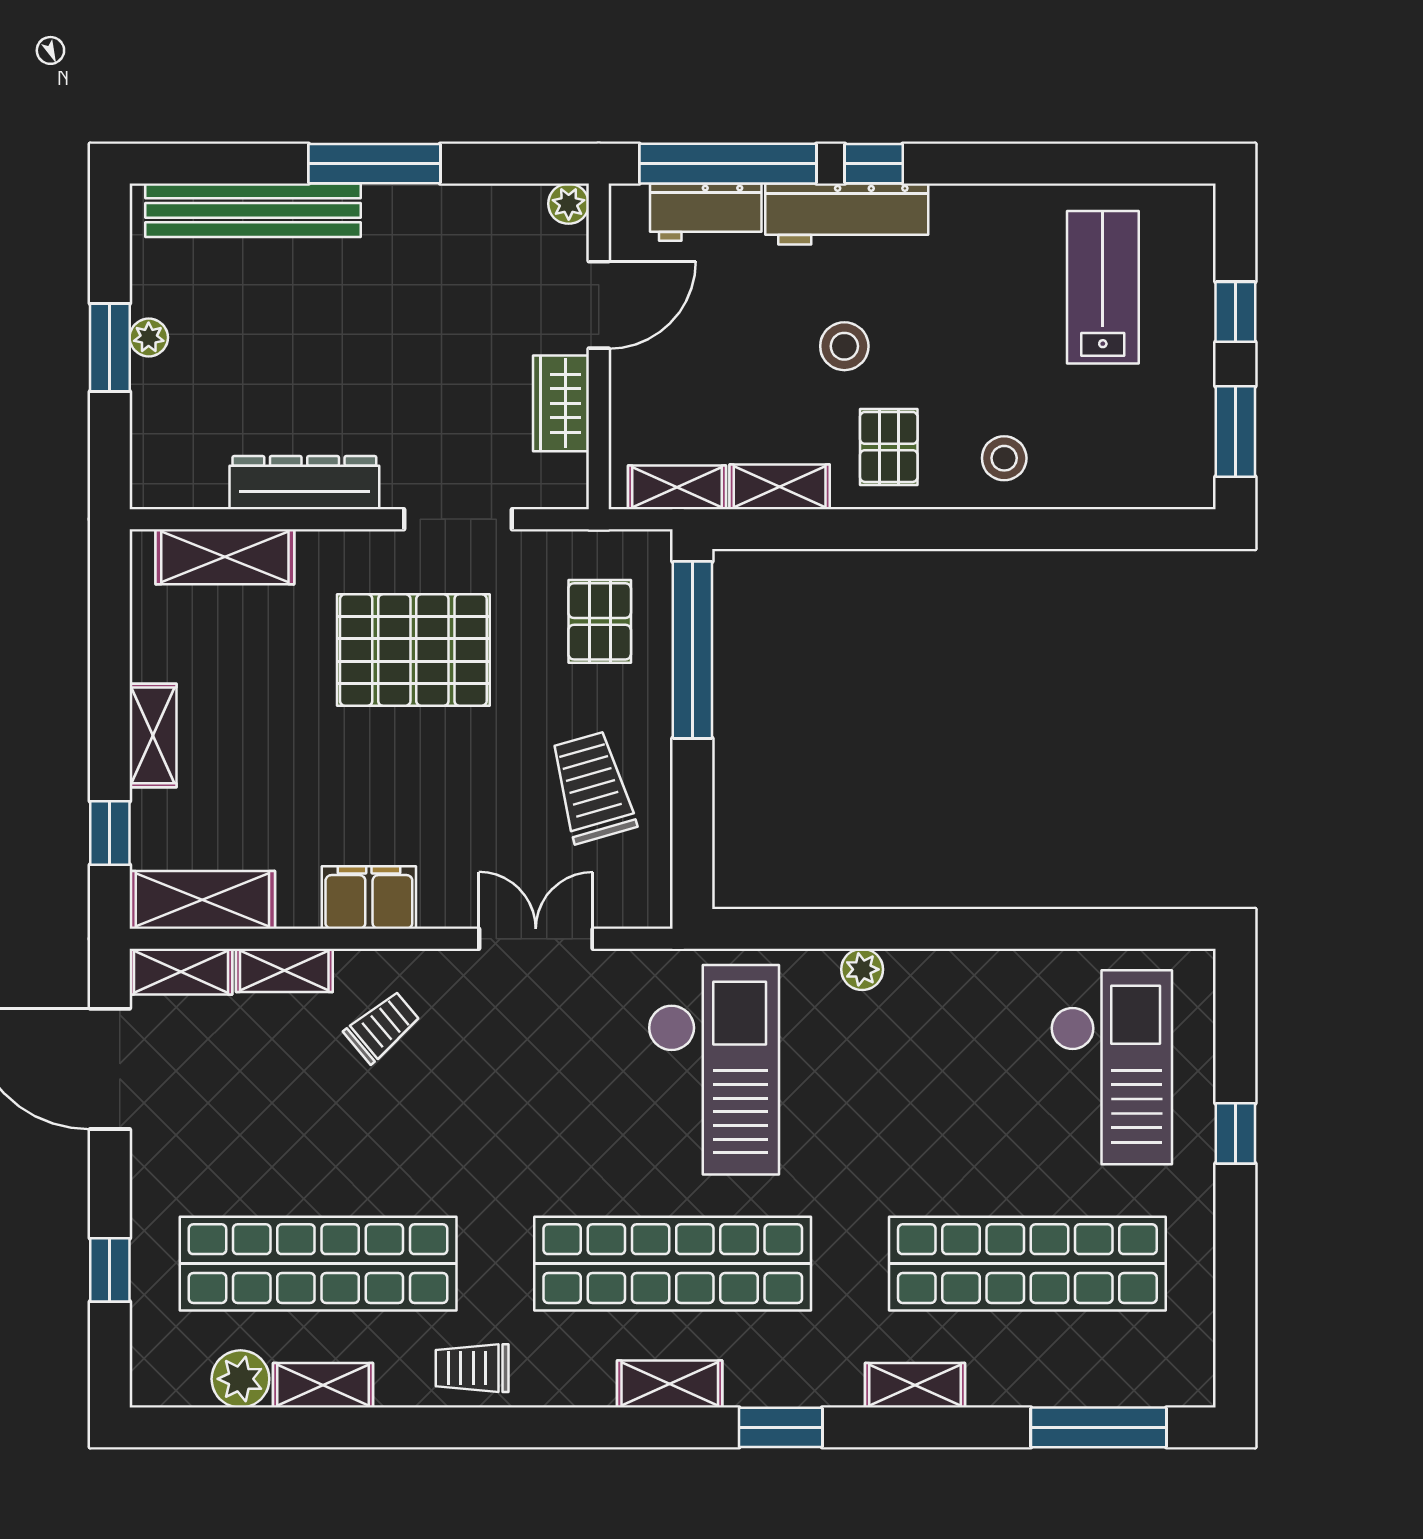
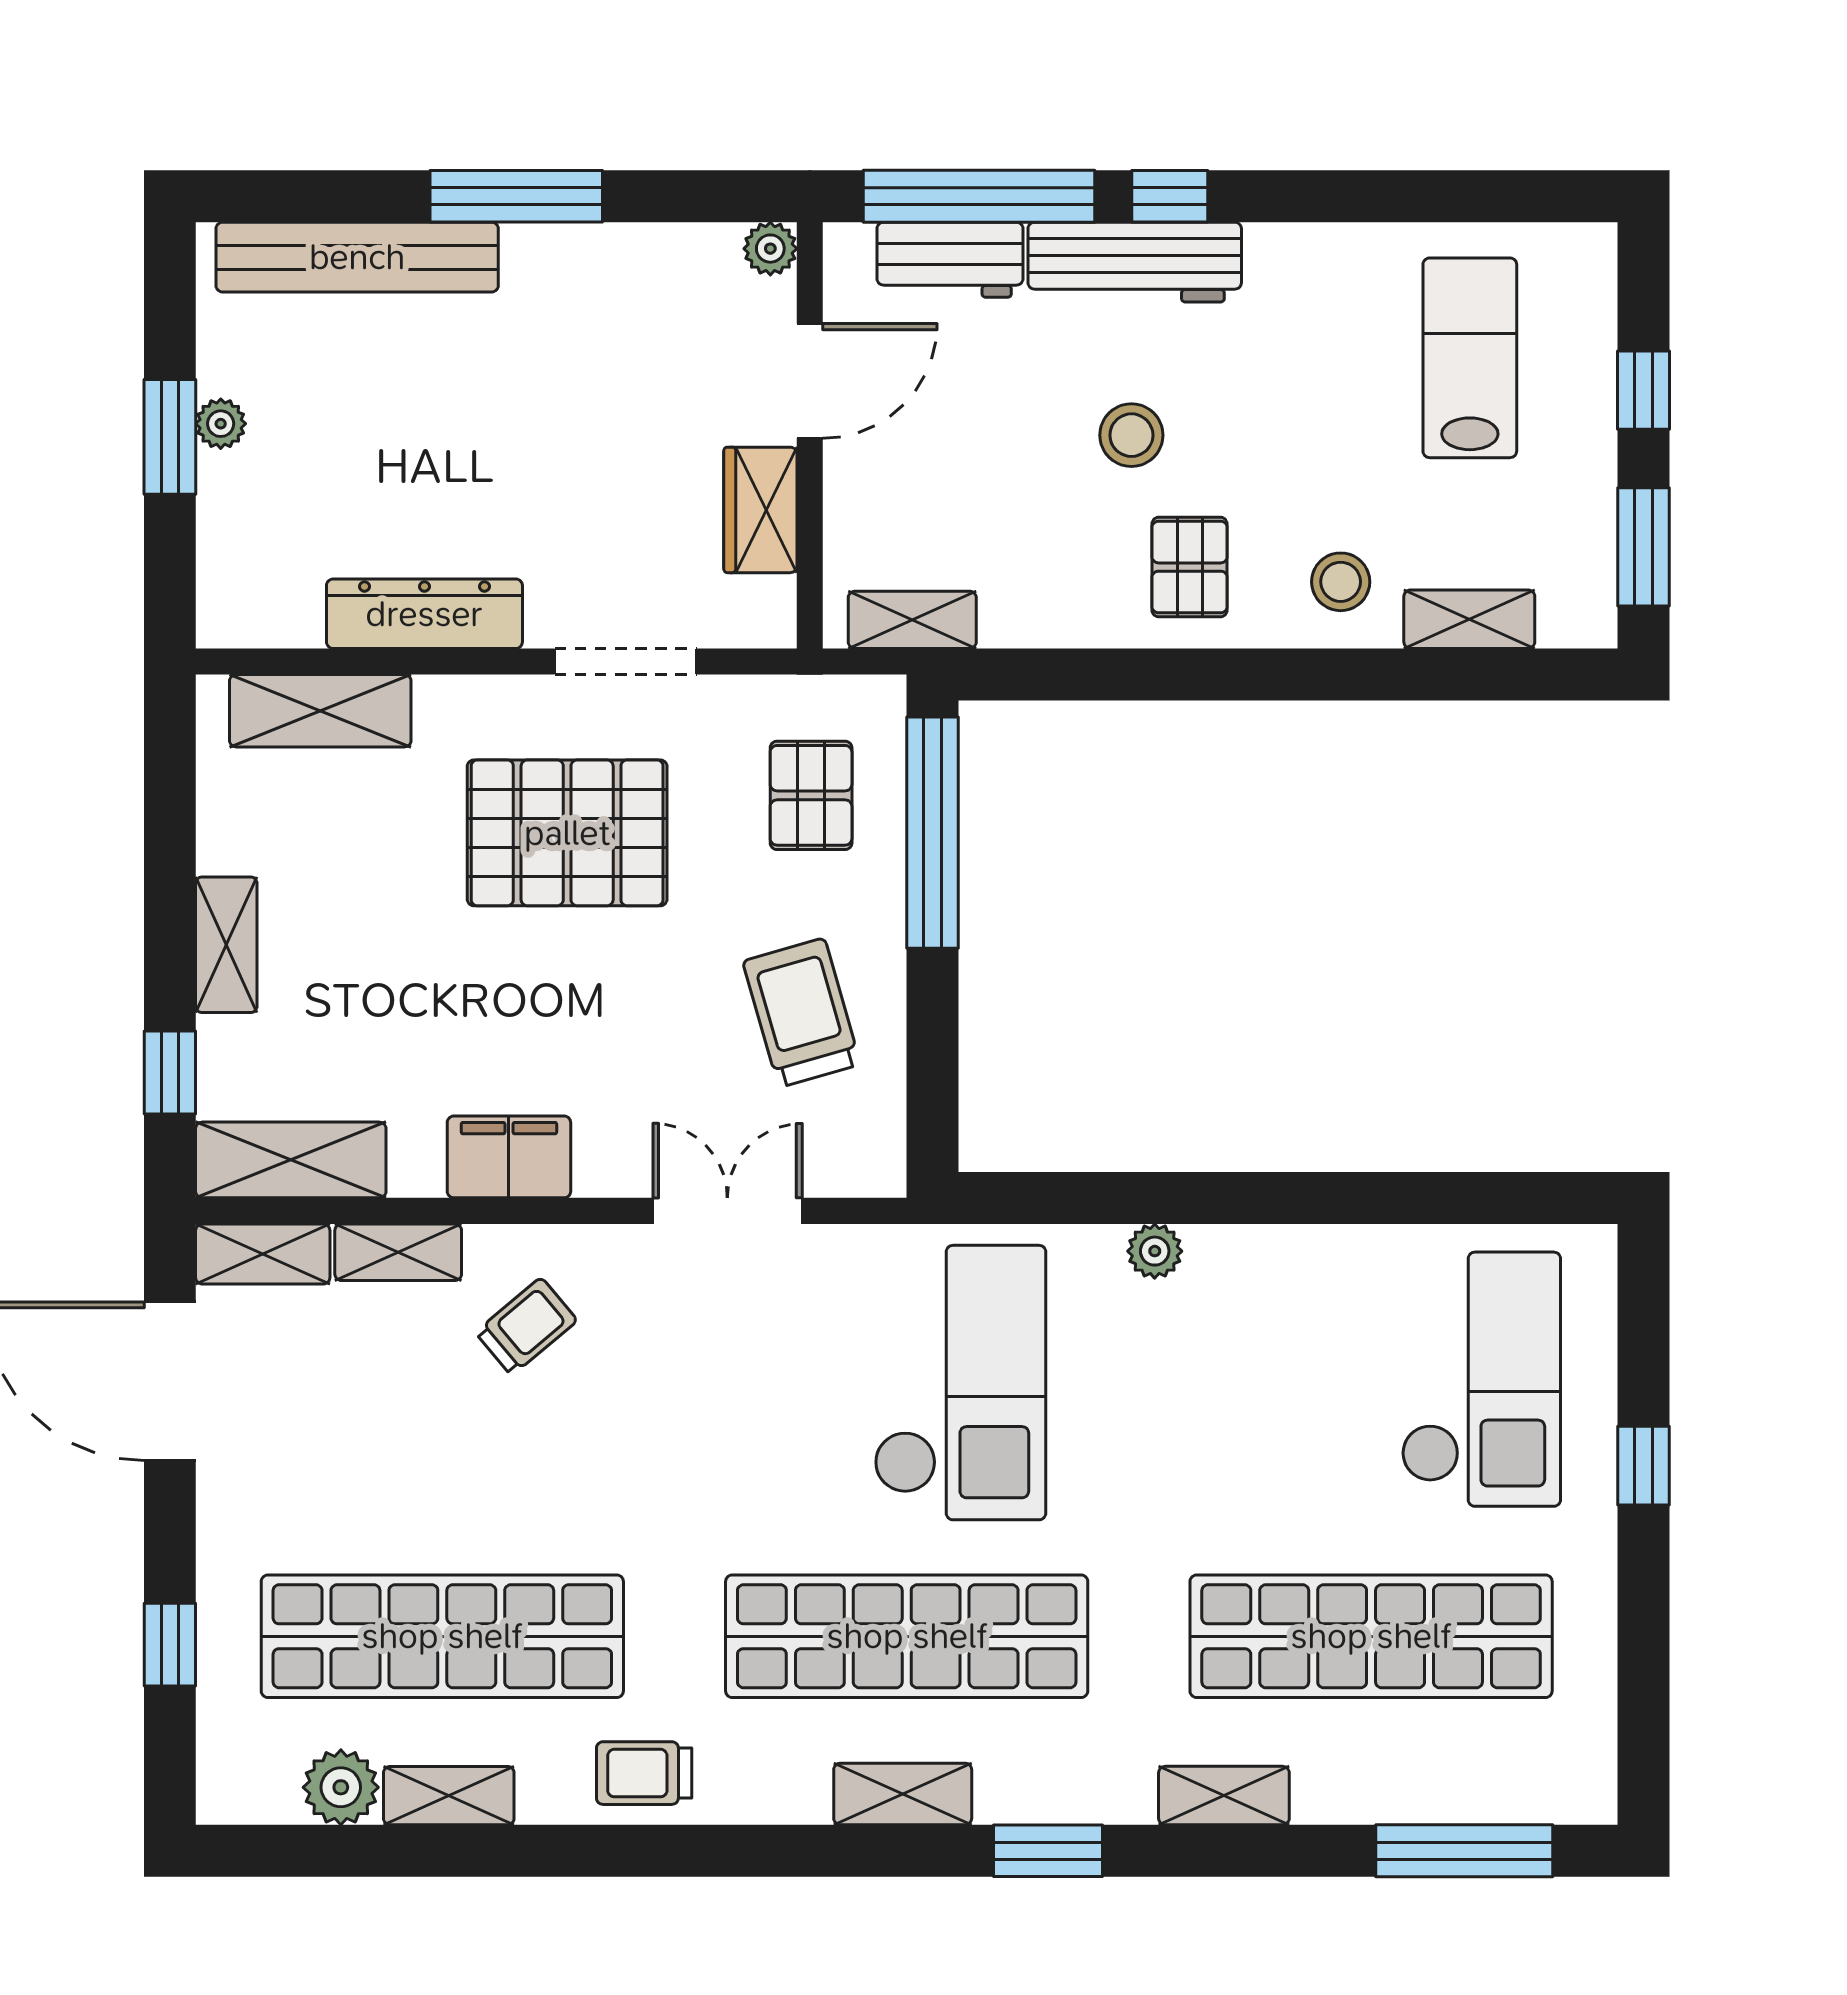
shelving: (780, 487) -> (1469, 619), moved

